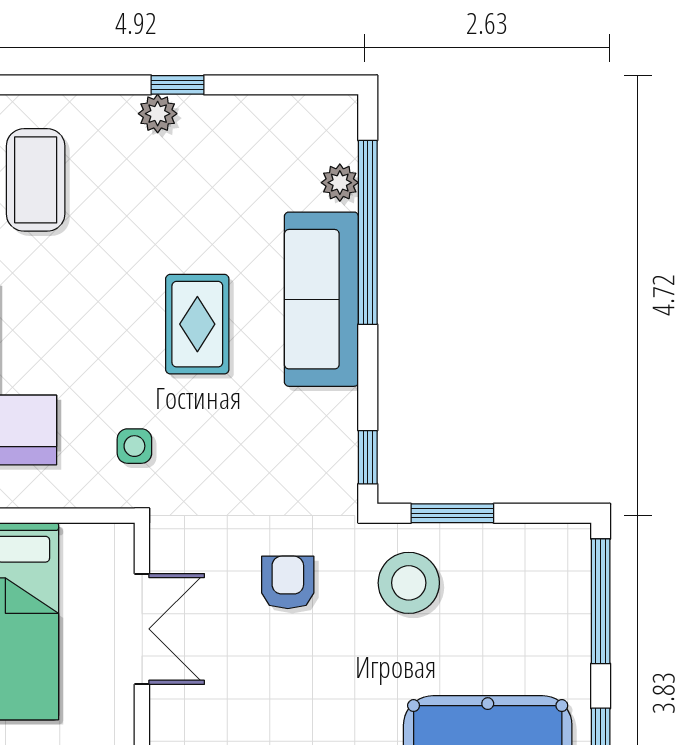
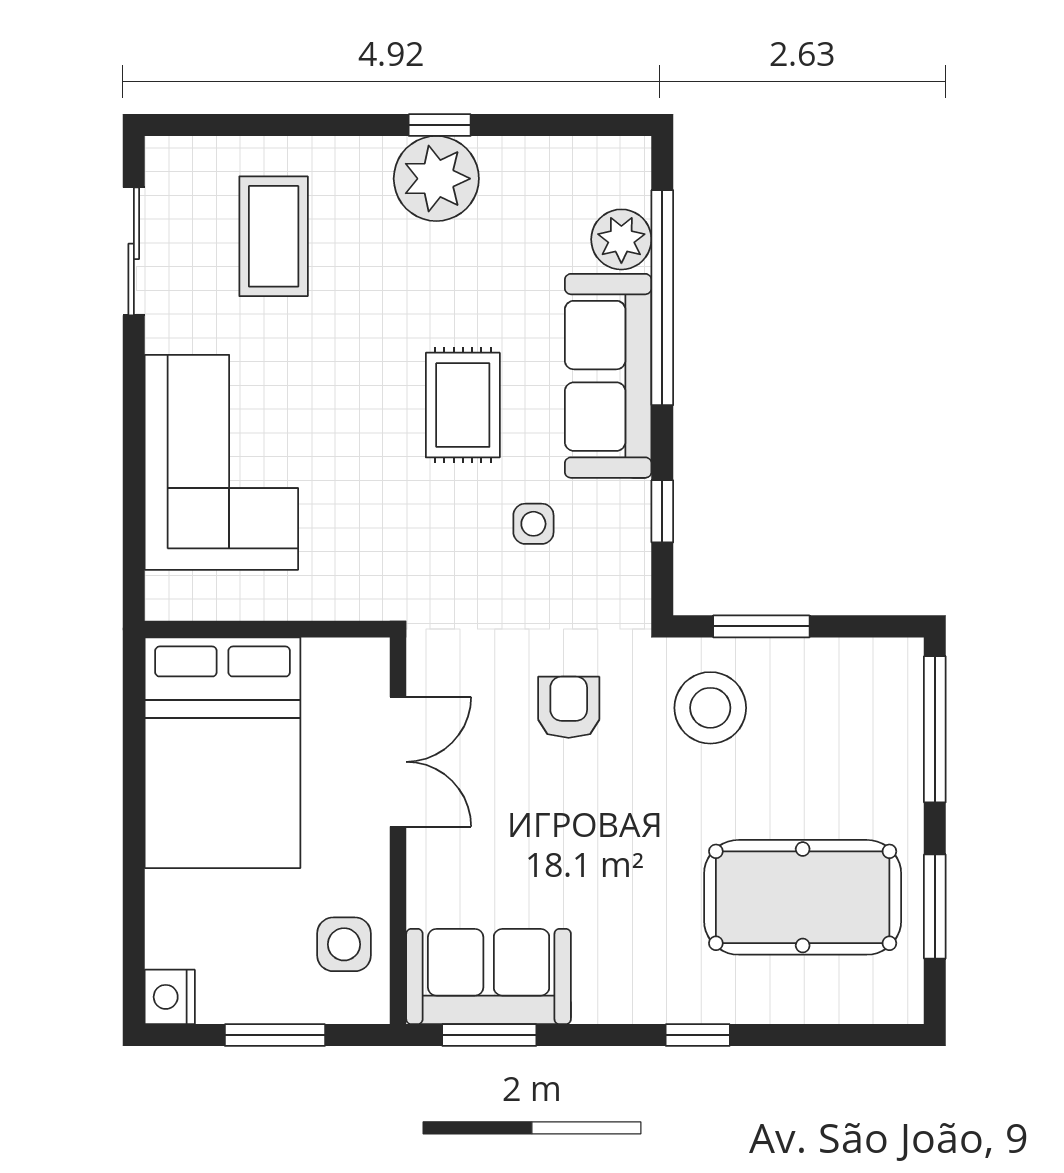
plant: (158, 114) -> (436, 179), width x1.88, depth x1.88
plant: (340, 183) -> (621, 239), width x1.38, depth x1.38
side table: (134, 446) -> (533, 524), moved
window: (368, 457) -> (662, 511), moved

